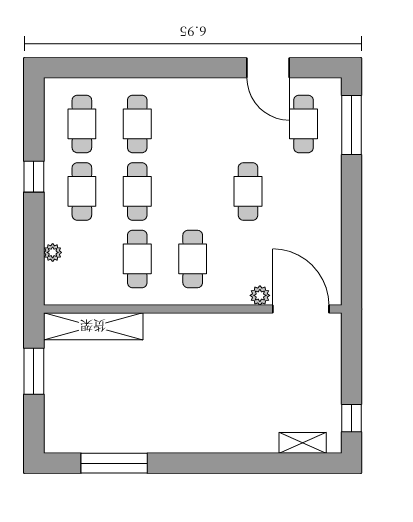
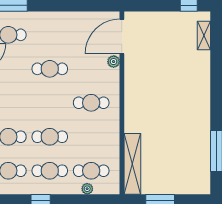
cafe table: (137, 259) -> (91, 171), moved

